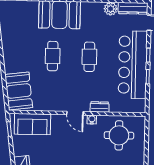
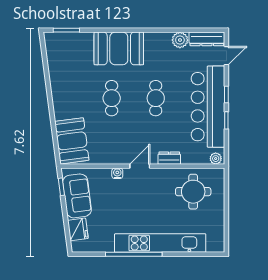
plant: (138, 108) -> (216, 159), added
door: (75, 113) -> (140, 166), swing flipped
water cooler: (92, 120) -> (117, 173), moved
sofa: (32, 124) -> (77, 196), moved, turned -97

